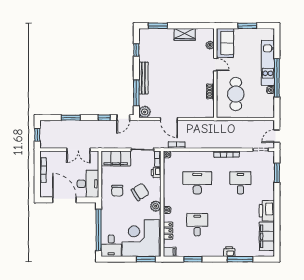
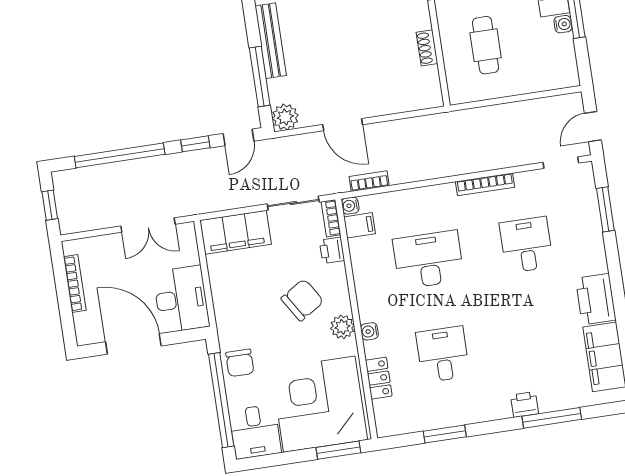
cafe table: (236, 94) -> (486, 45), width x0.73, depth x0.74
window: (71, 118) -> (120, 155), width x2.11
chair: (117, 191) -> (240, 363), moved
filing cabinet: (170, 252) -> (360, 225), moved

